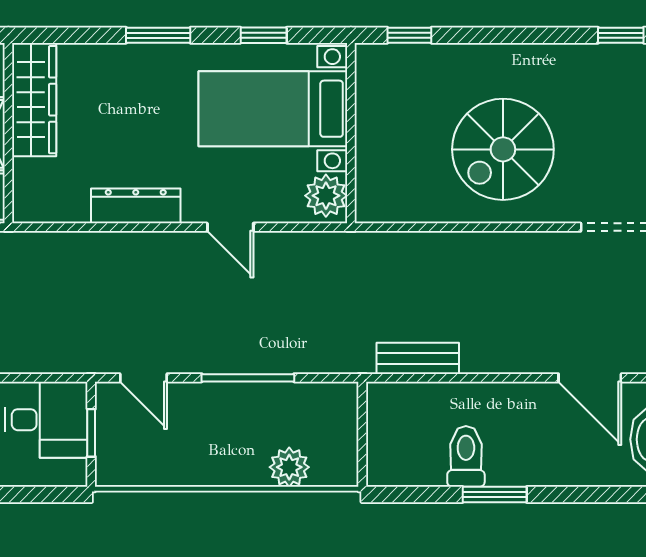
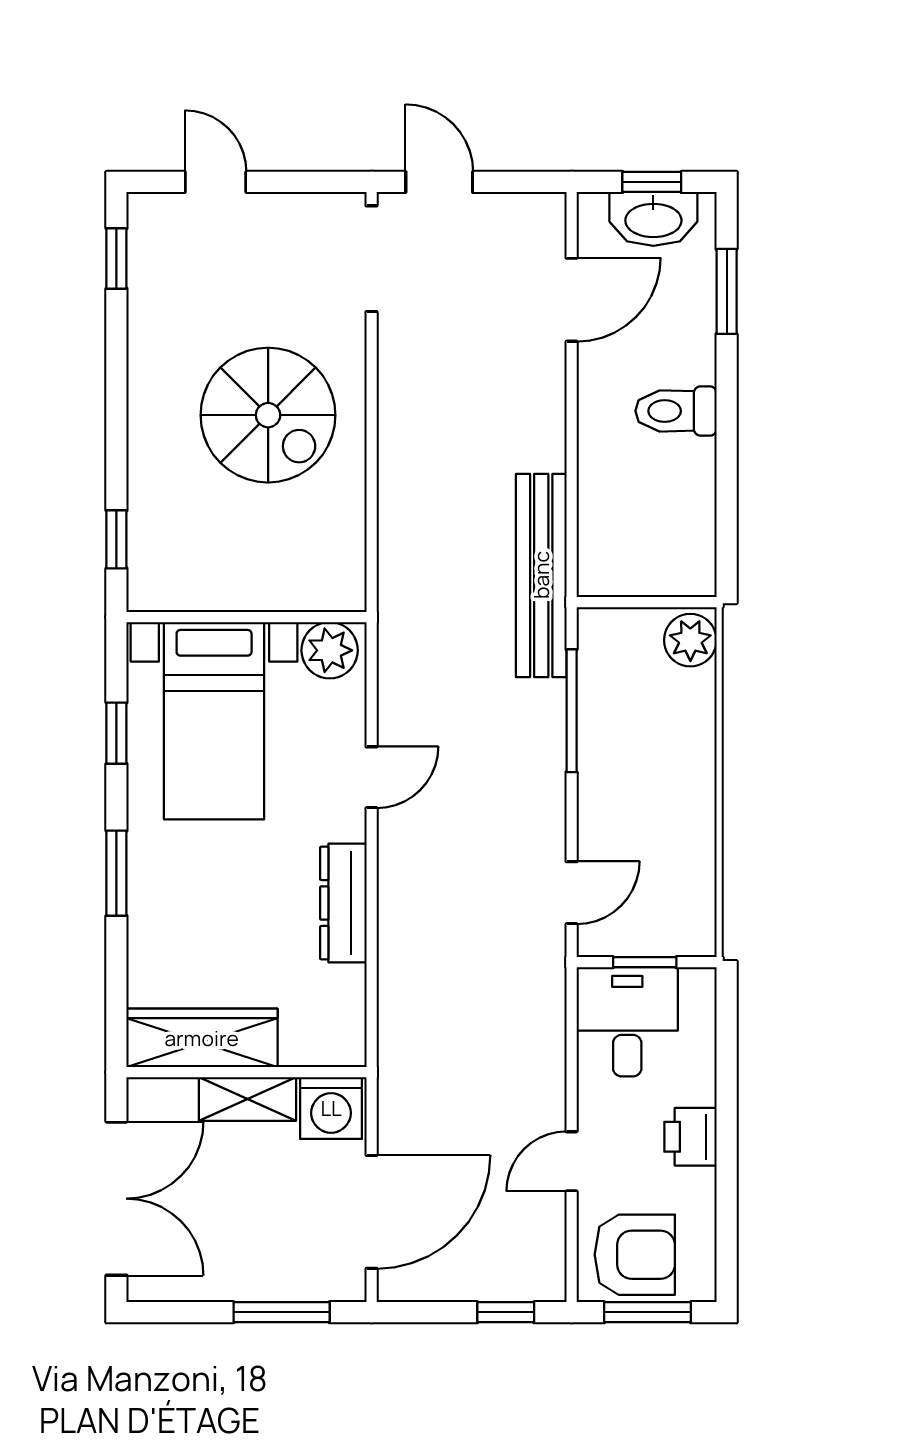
bench: (418, 358) -> (541, 575), width x1.86, depth x1.21
window: (248, 378) -> (572, 711), moved
toilet: (466, 456) -> (676, 411), moved
plant: (289, 467) -> (690, 640), moved
window: (495, 494) -> (727, 291), moved

